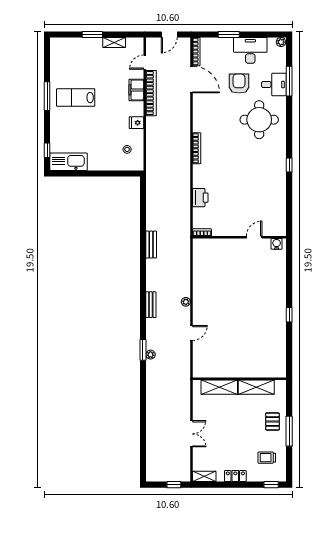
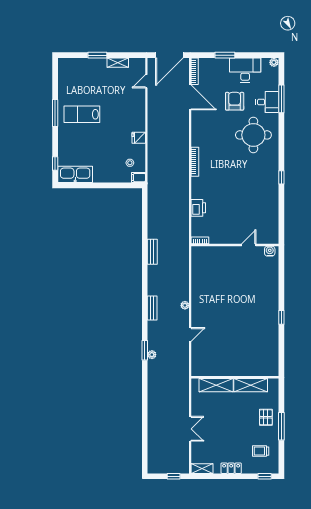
door: (169, 34) -> (169, 55), width x1.88
filing cabinet: (136, 90) -> (139, 178), moved, width x0.50
bookcase: (151, 93) -> (152, 110), removed

